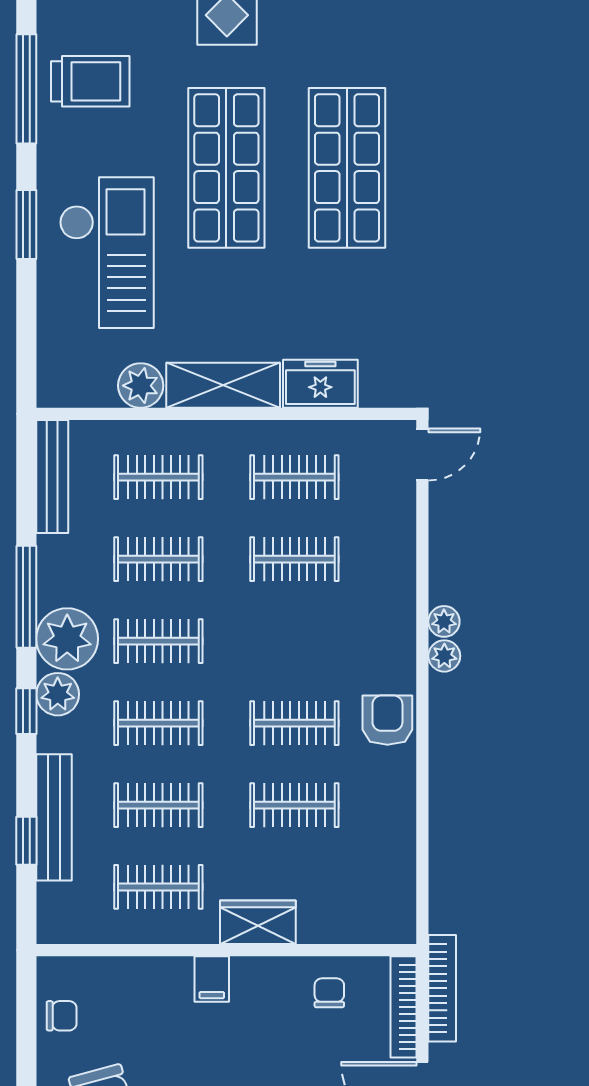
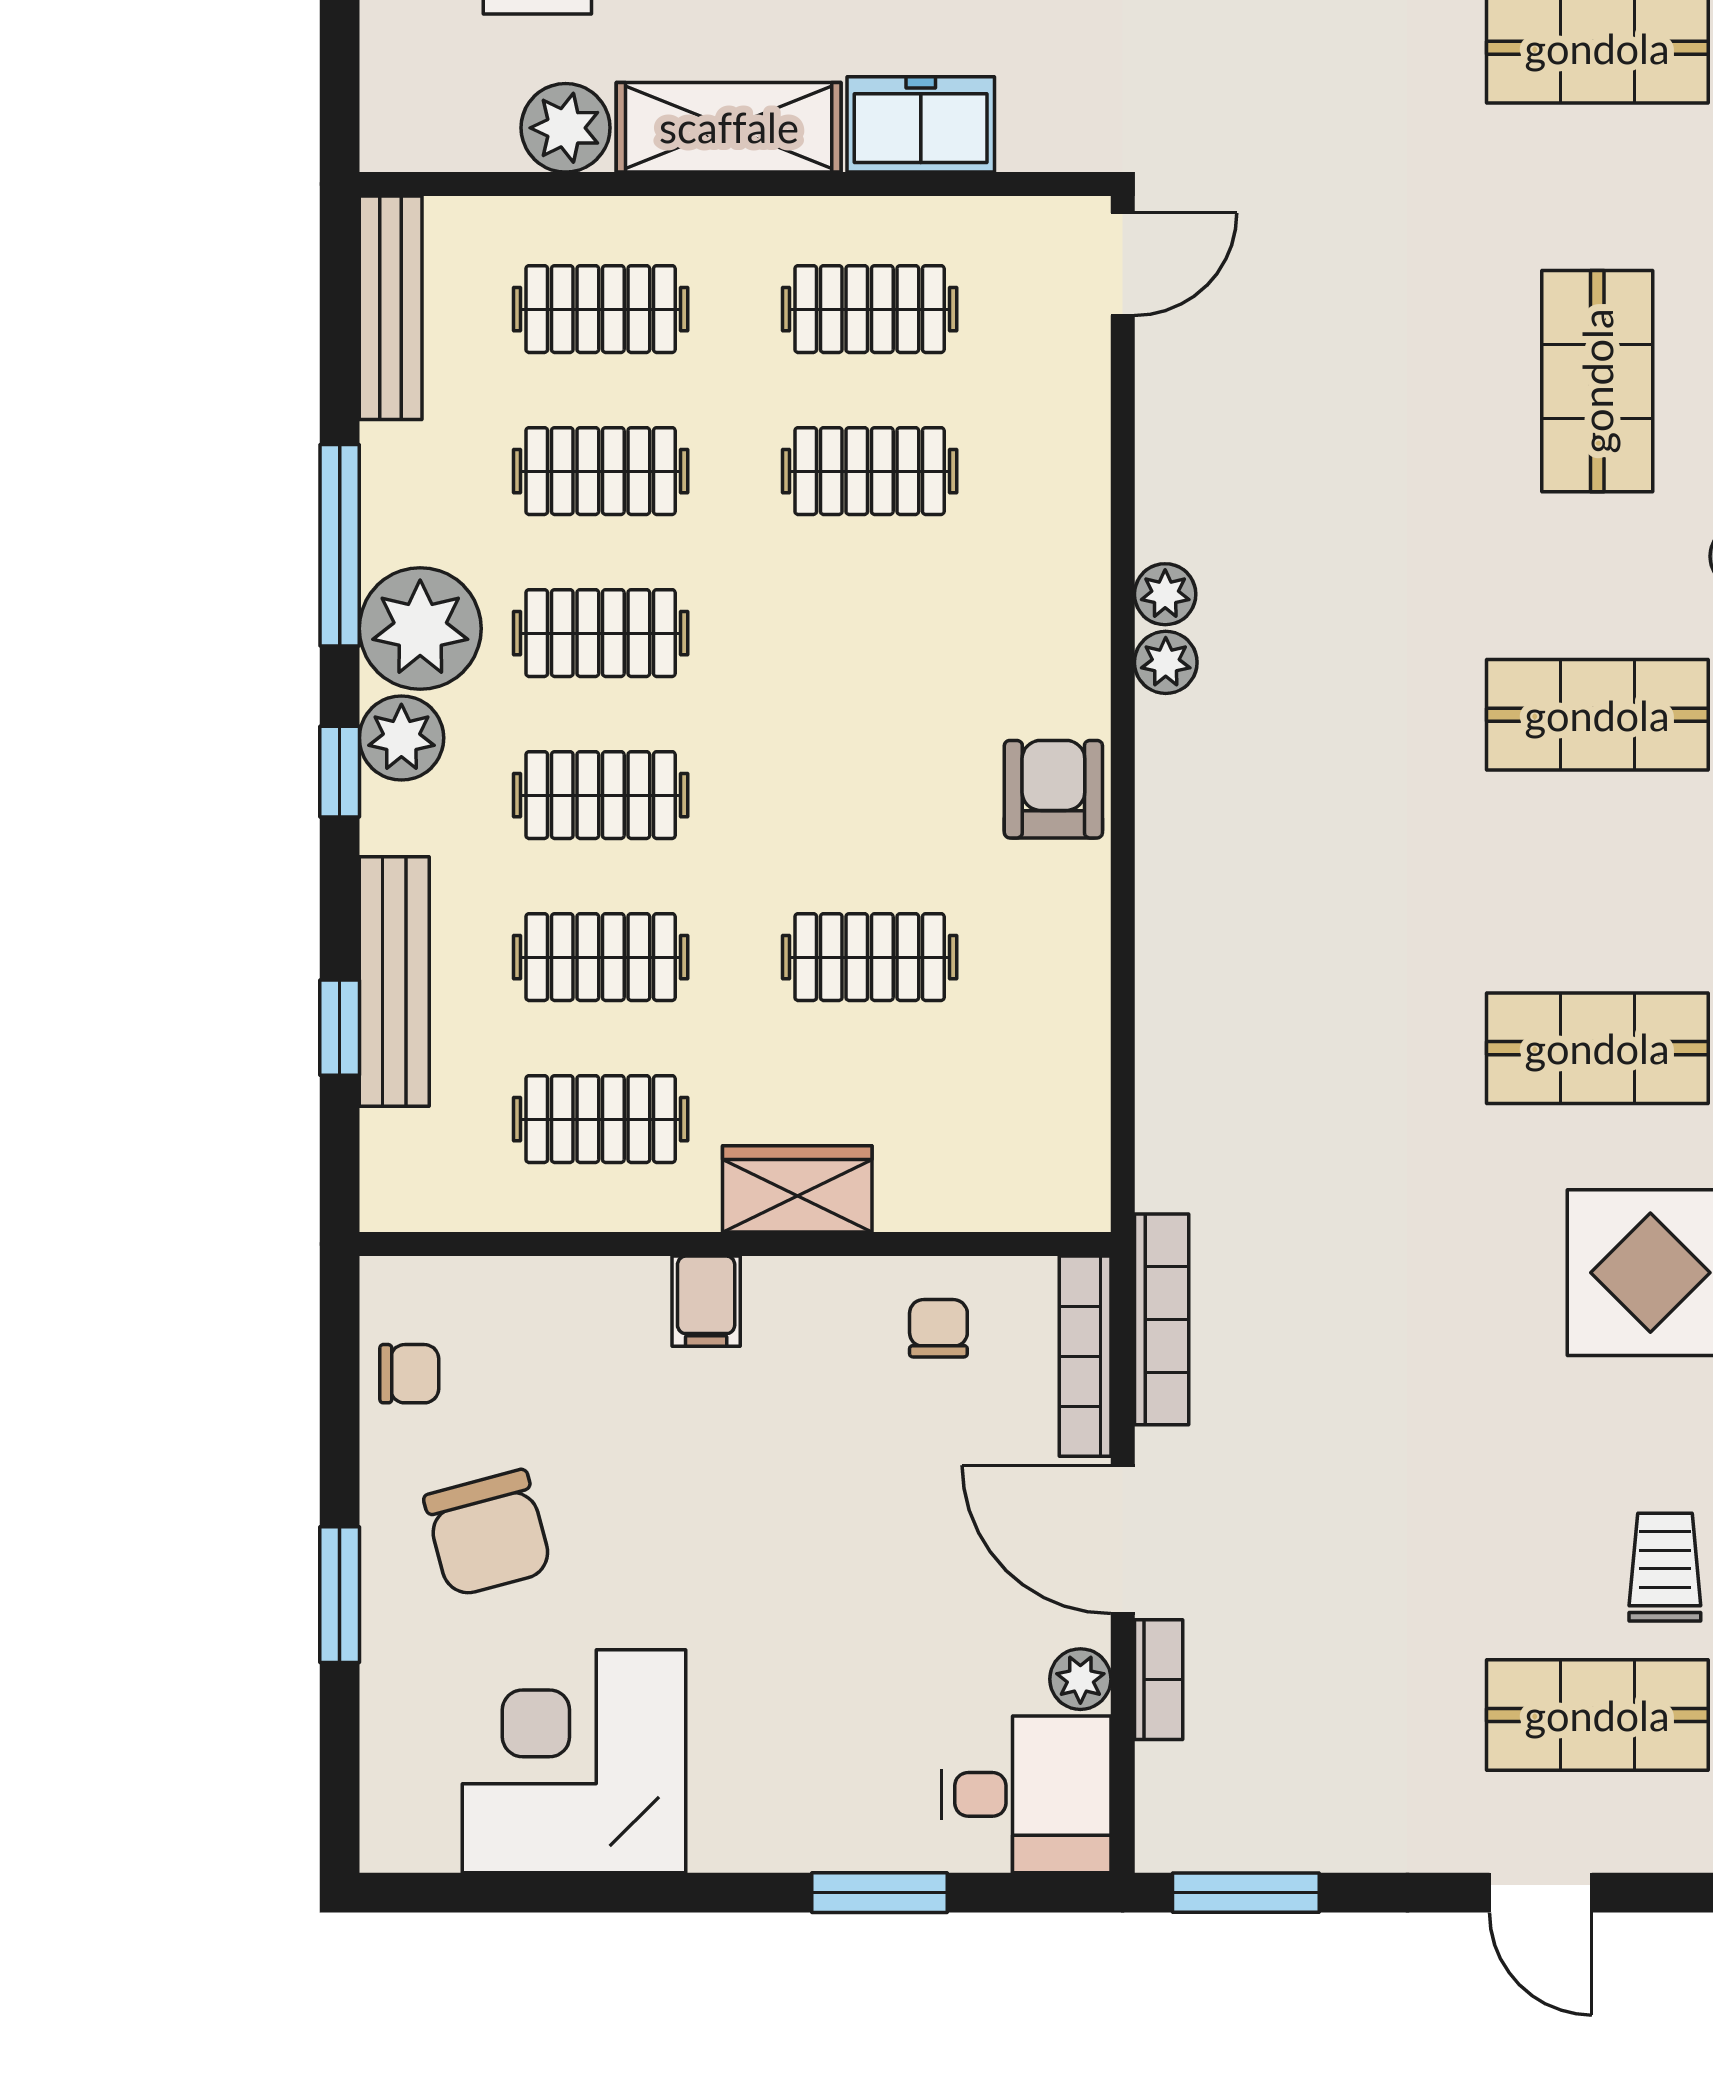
clothes rail: (294, 723) -> (870, 795), removed

